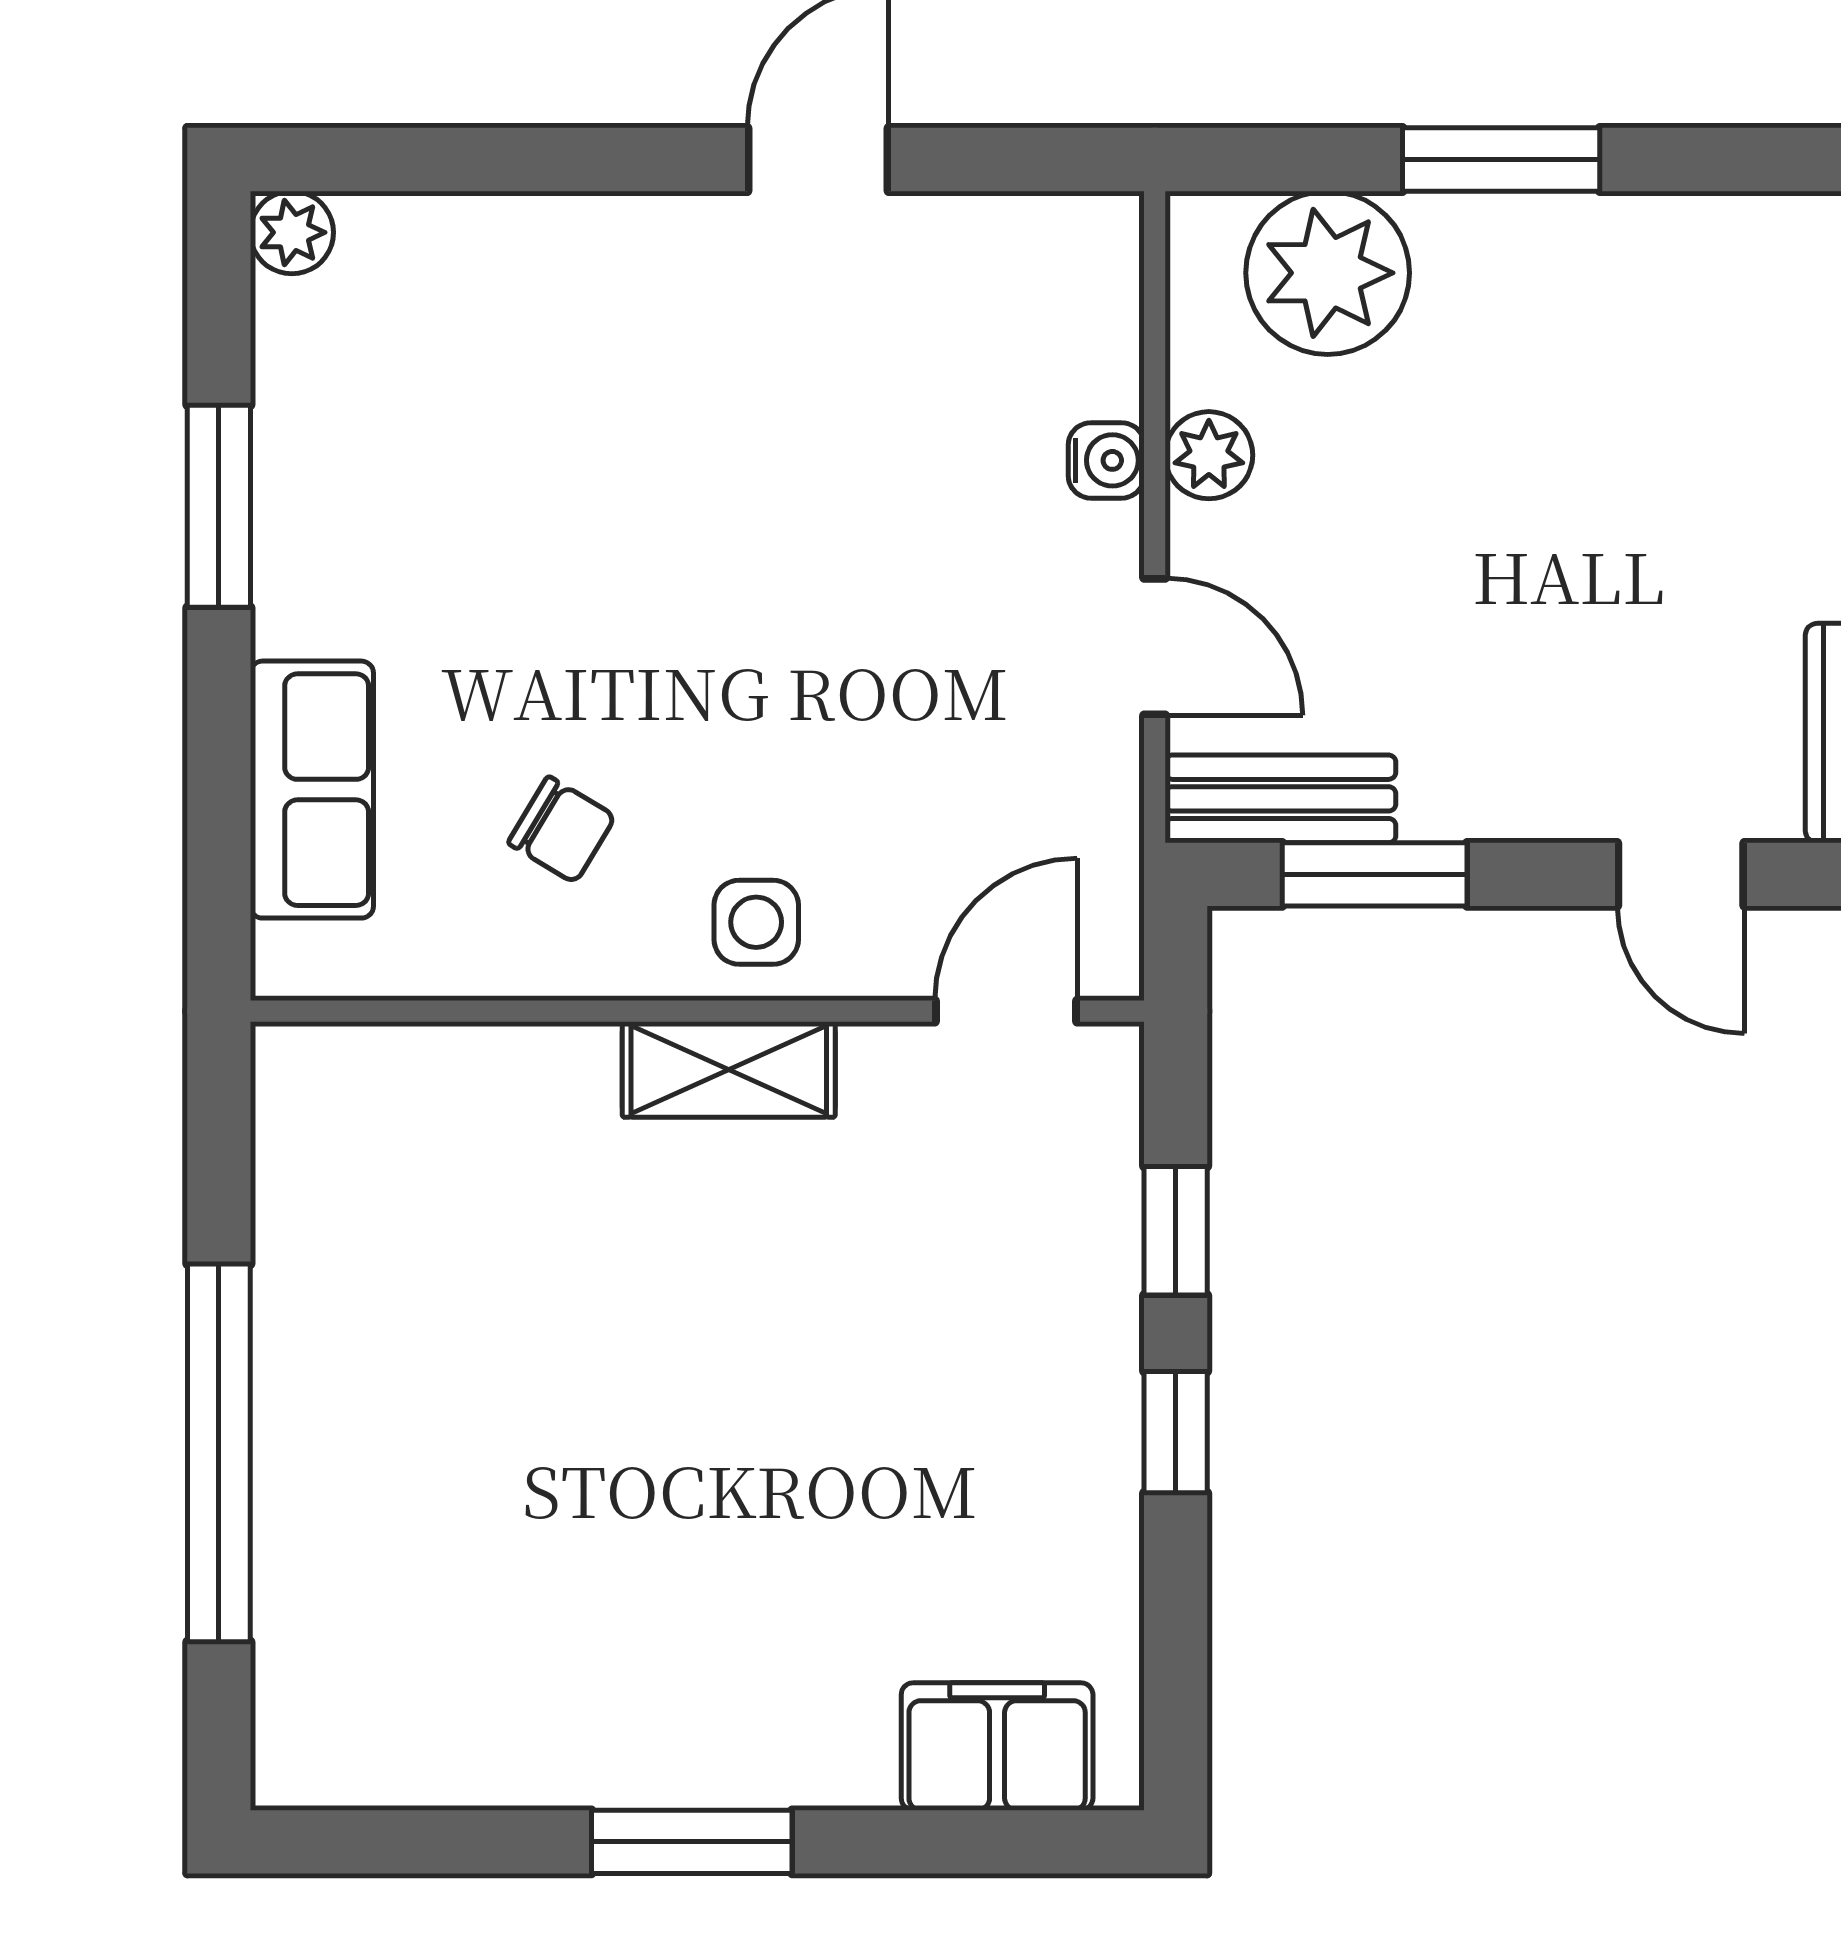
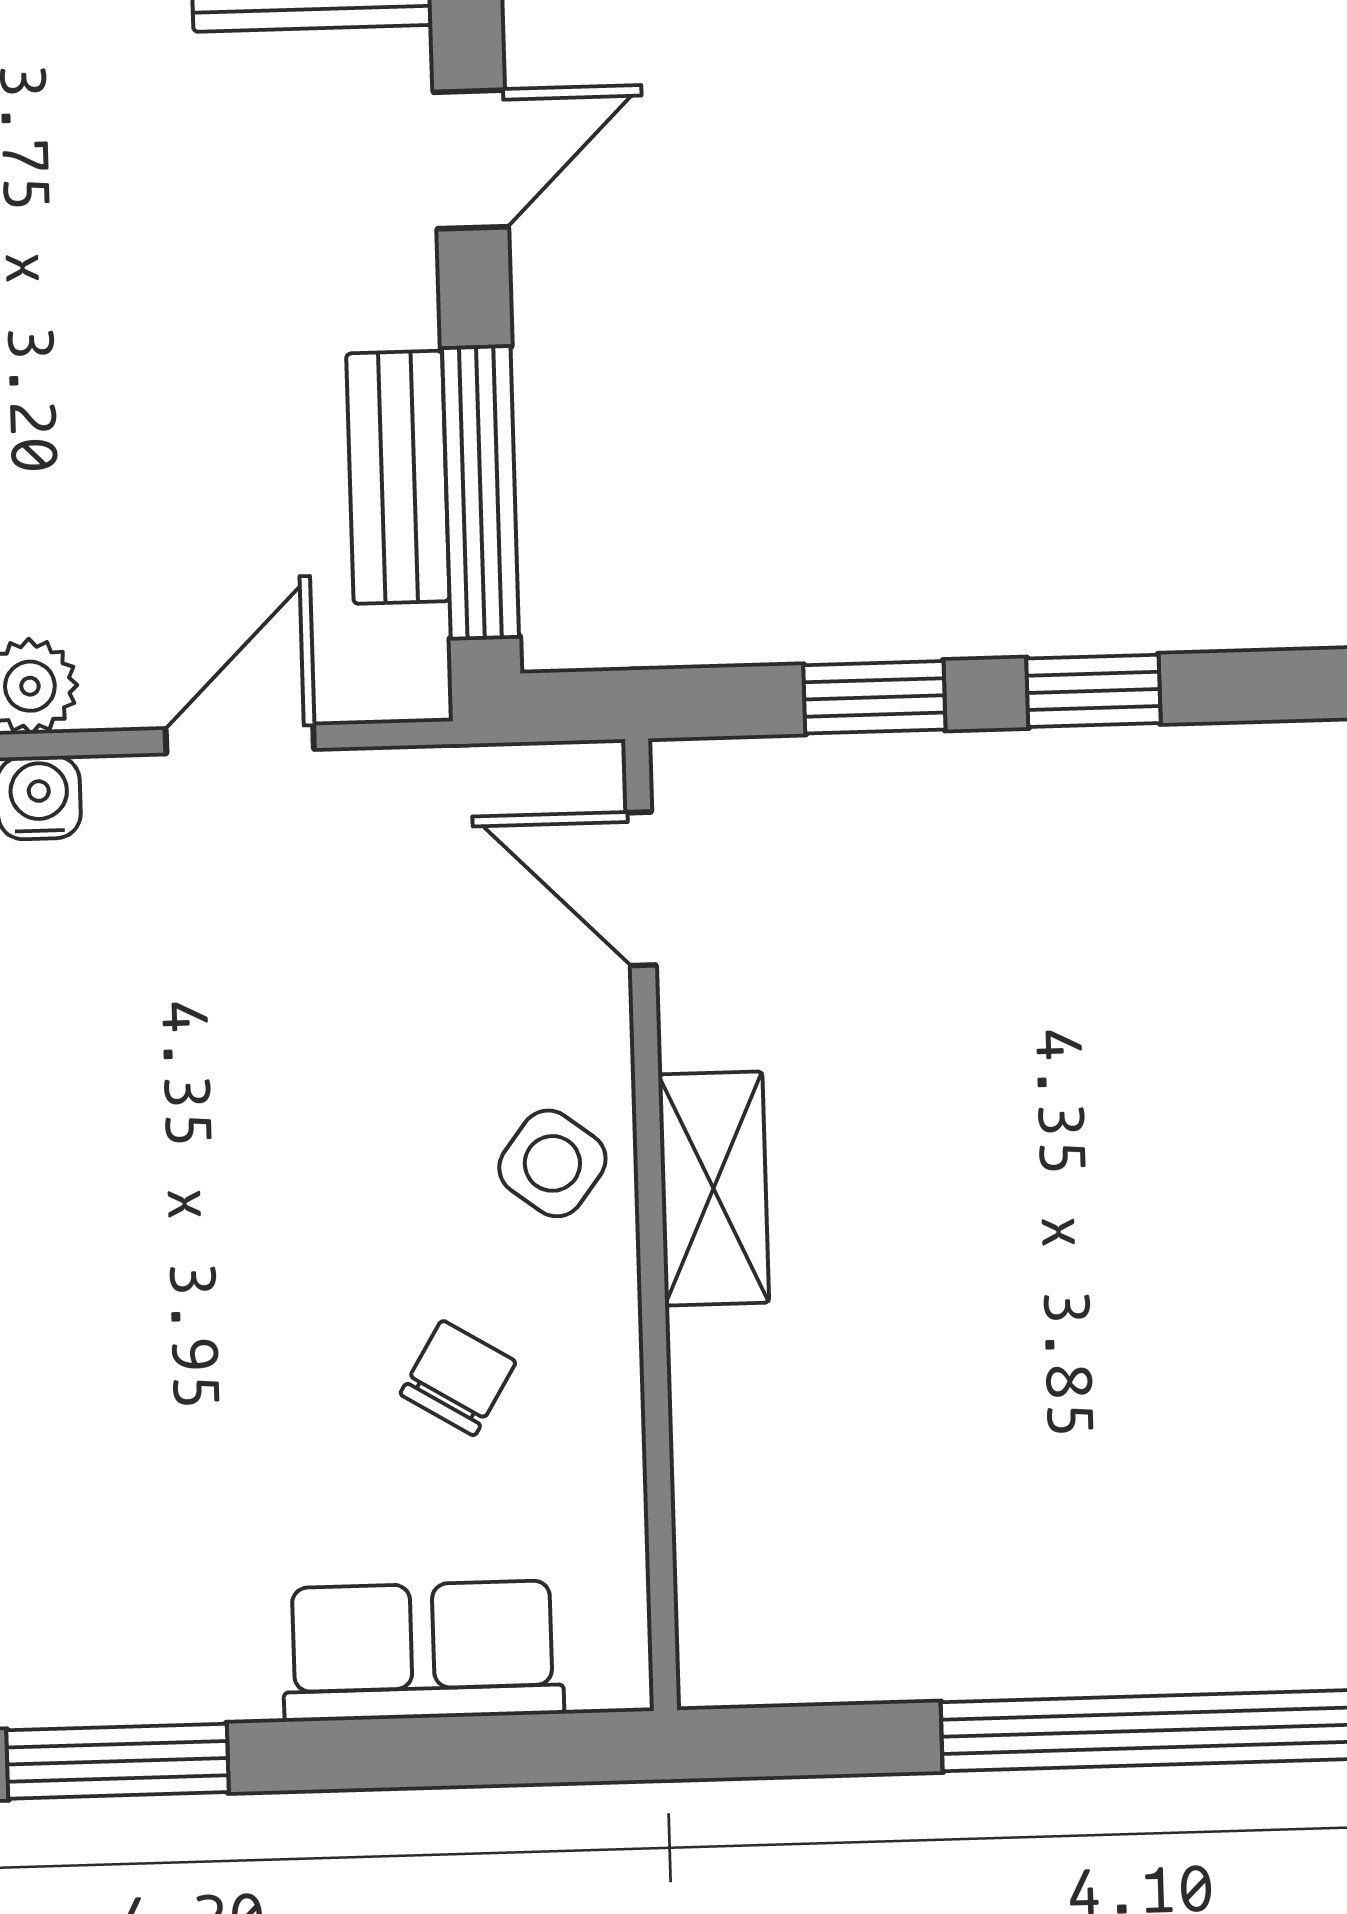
bench: (1280, 799) -> (398, 477), moved
window: (1375, 874) -> (481, 492), width x1.44
side table: (756, 922) -> (552, 1163), turned 37

